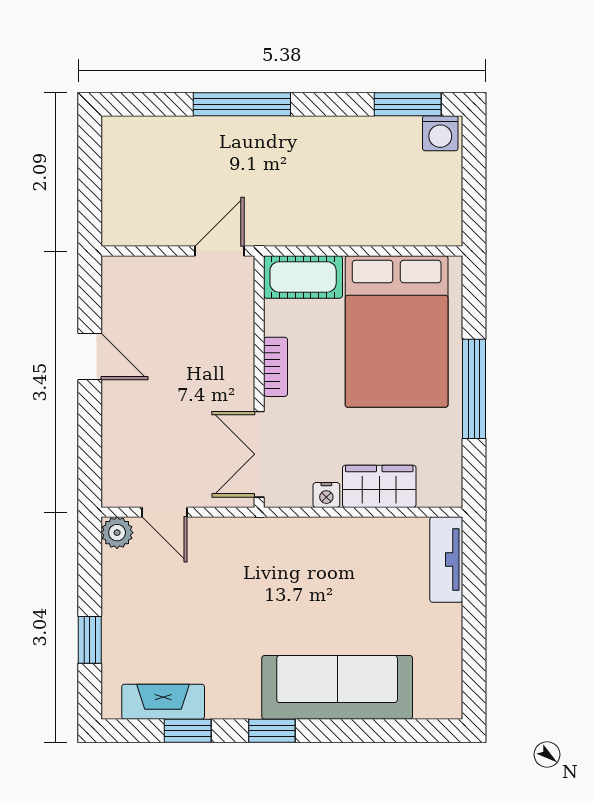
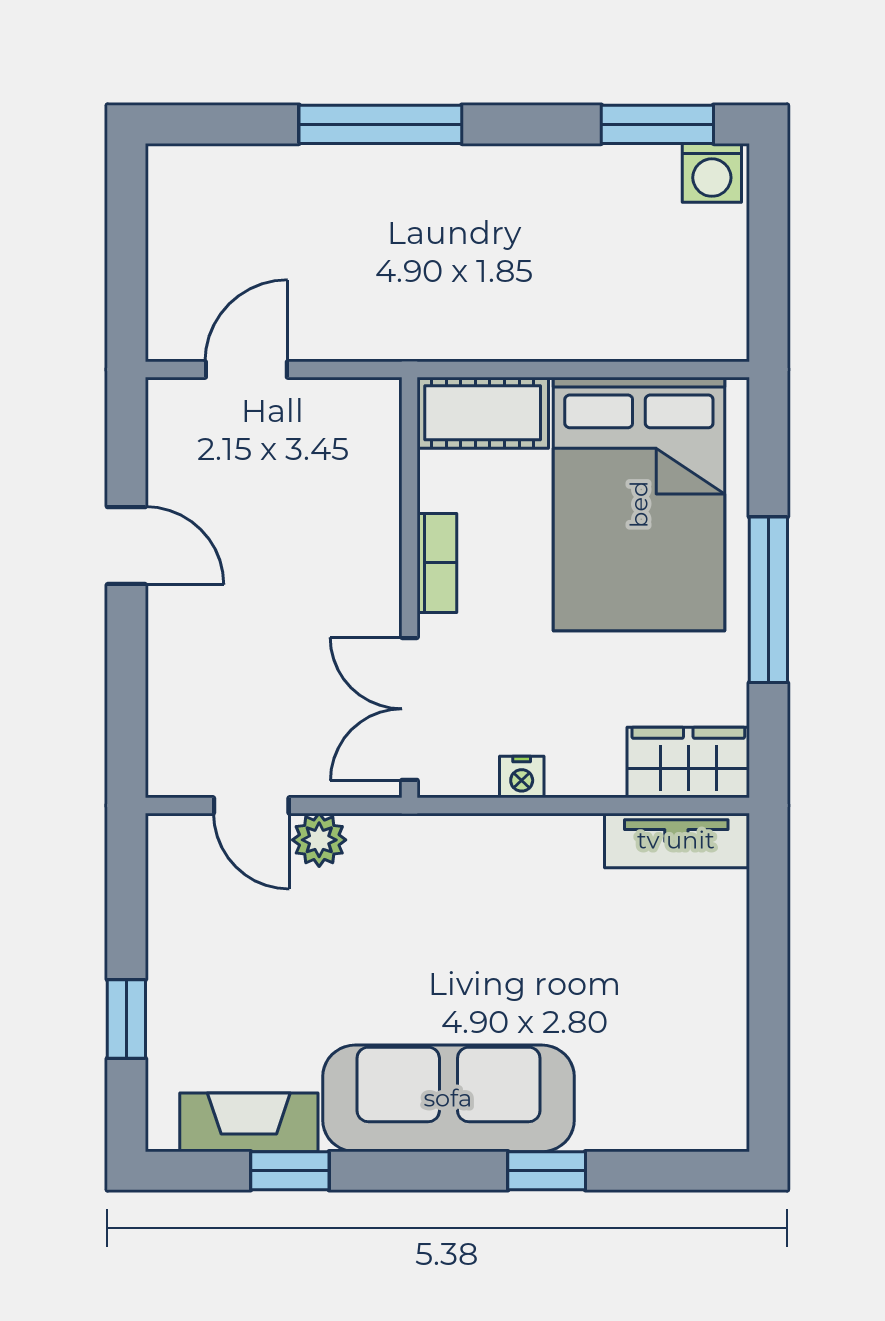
door: (220, 251) -> (246, 370), moved
wardrobe: (379, 486) -> (688, 762), moved
plant: (117, 533) -> (319, 840), moved
tv unit: (446, 560) -> (676, 840), moved, turned -90
sofa: (337, 687) -> (448, 1098), moved
window: (272, 731) -> (547, 1171), moved

